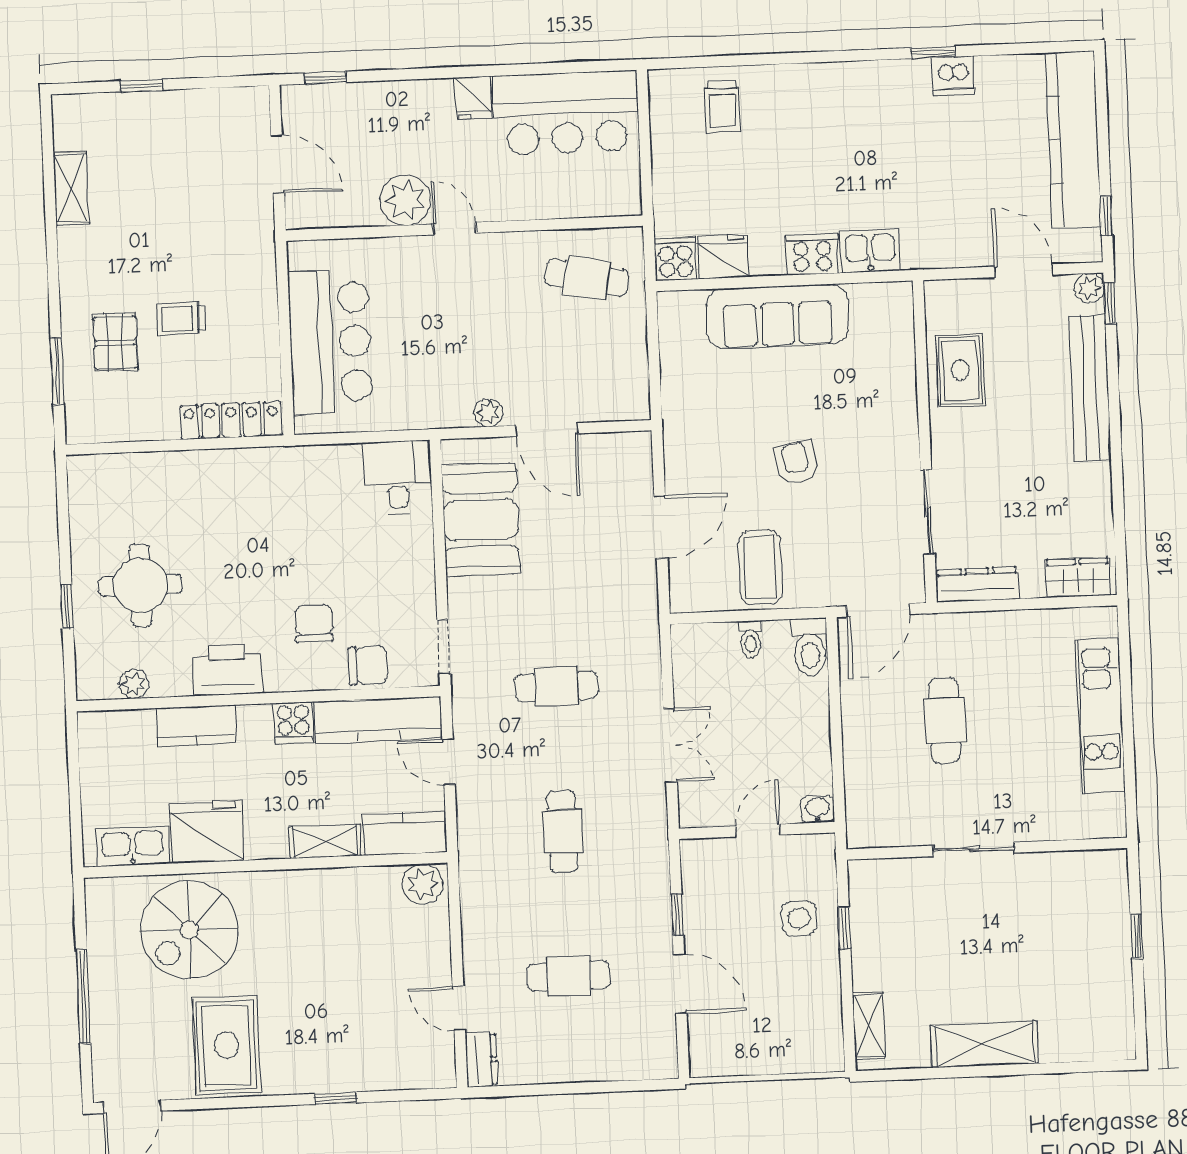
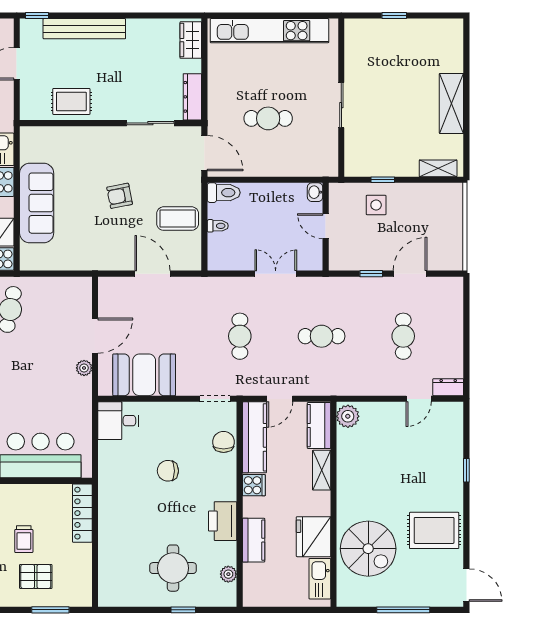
plant: (1089, 288) -> (28, 27), removed
chair: (314, 624) -> (168, 471), moved
kitchen unit: (1100, 716) -> (269, 31), width x1.36

